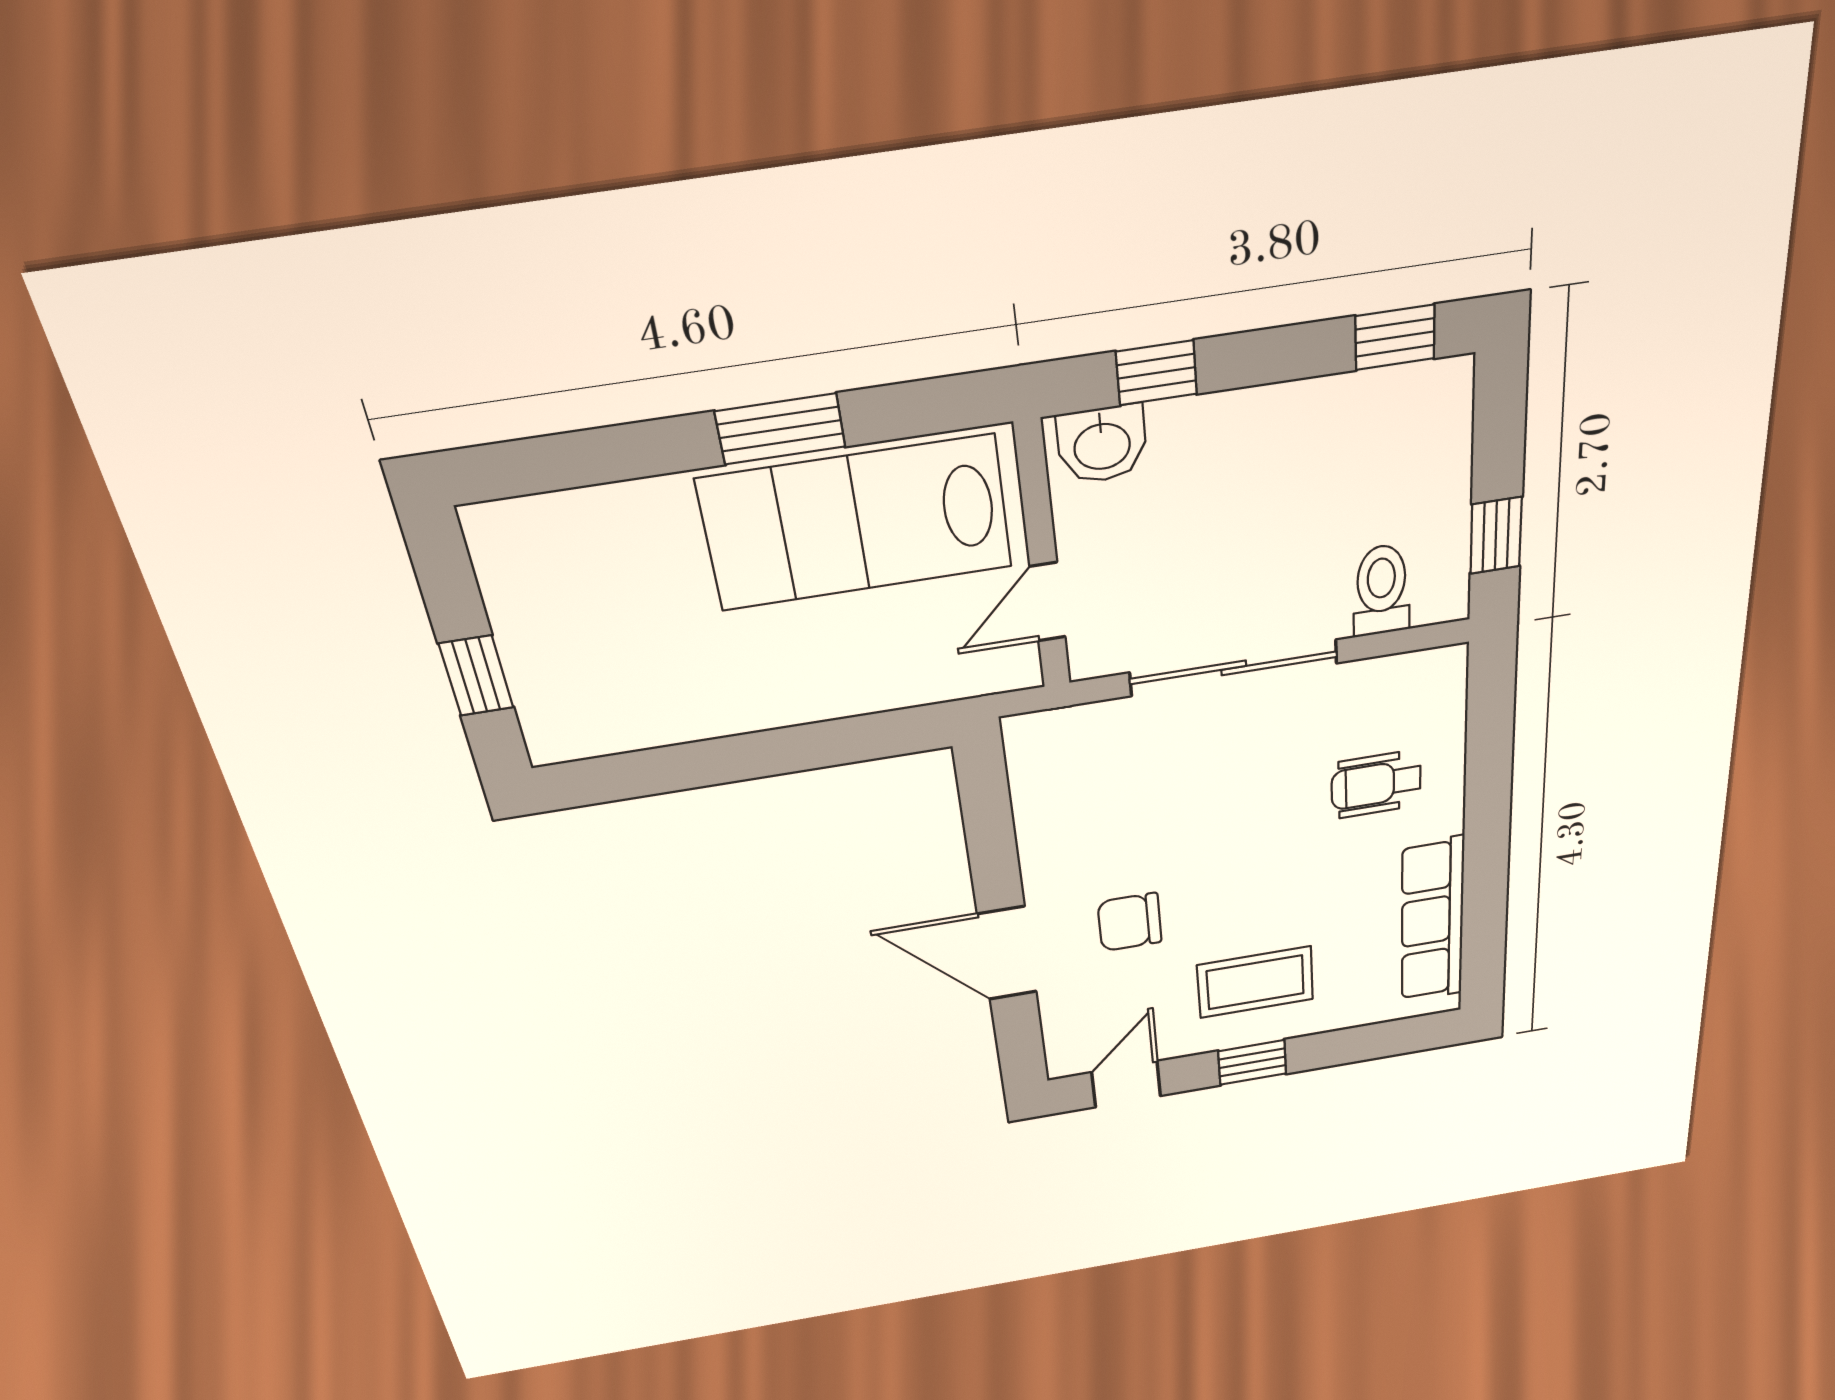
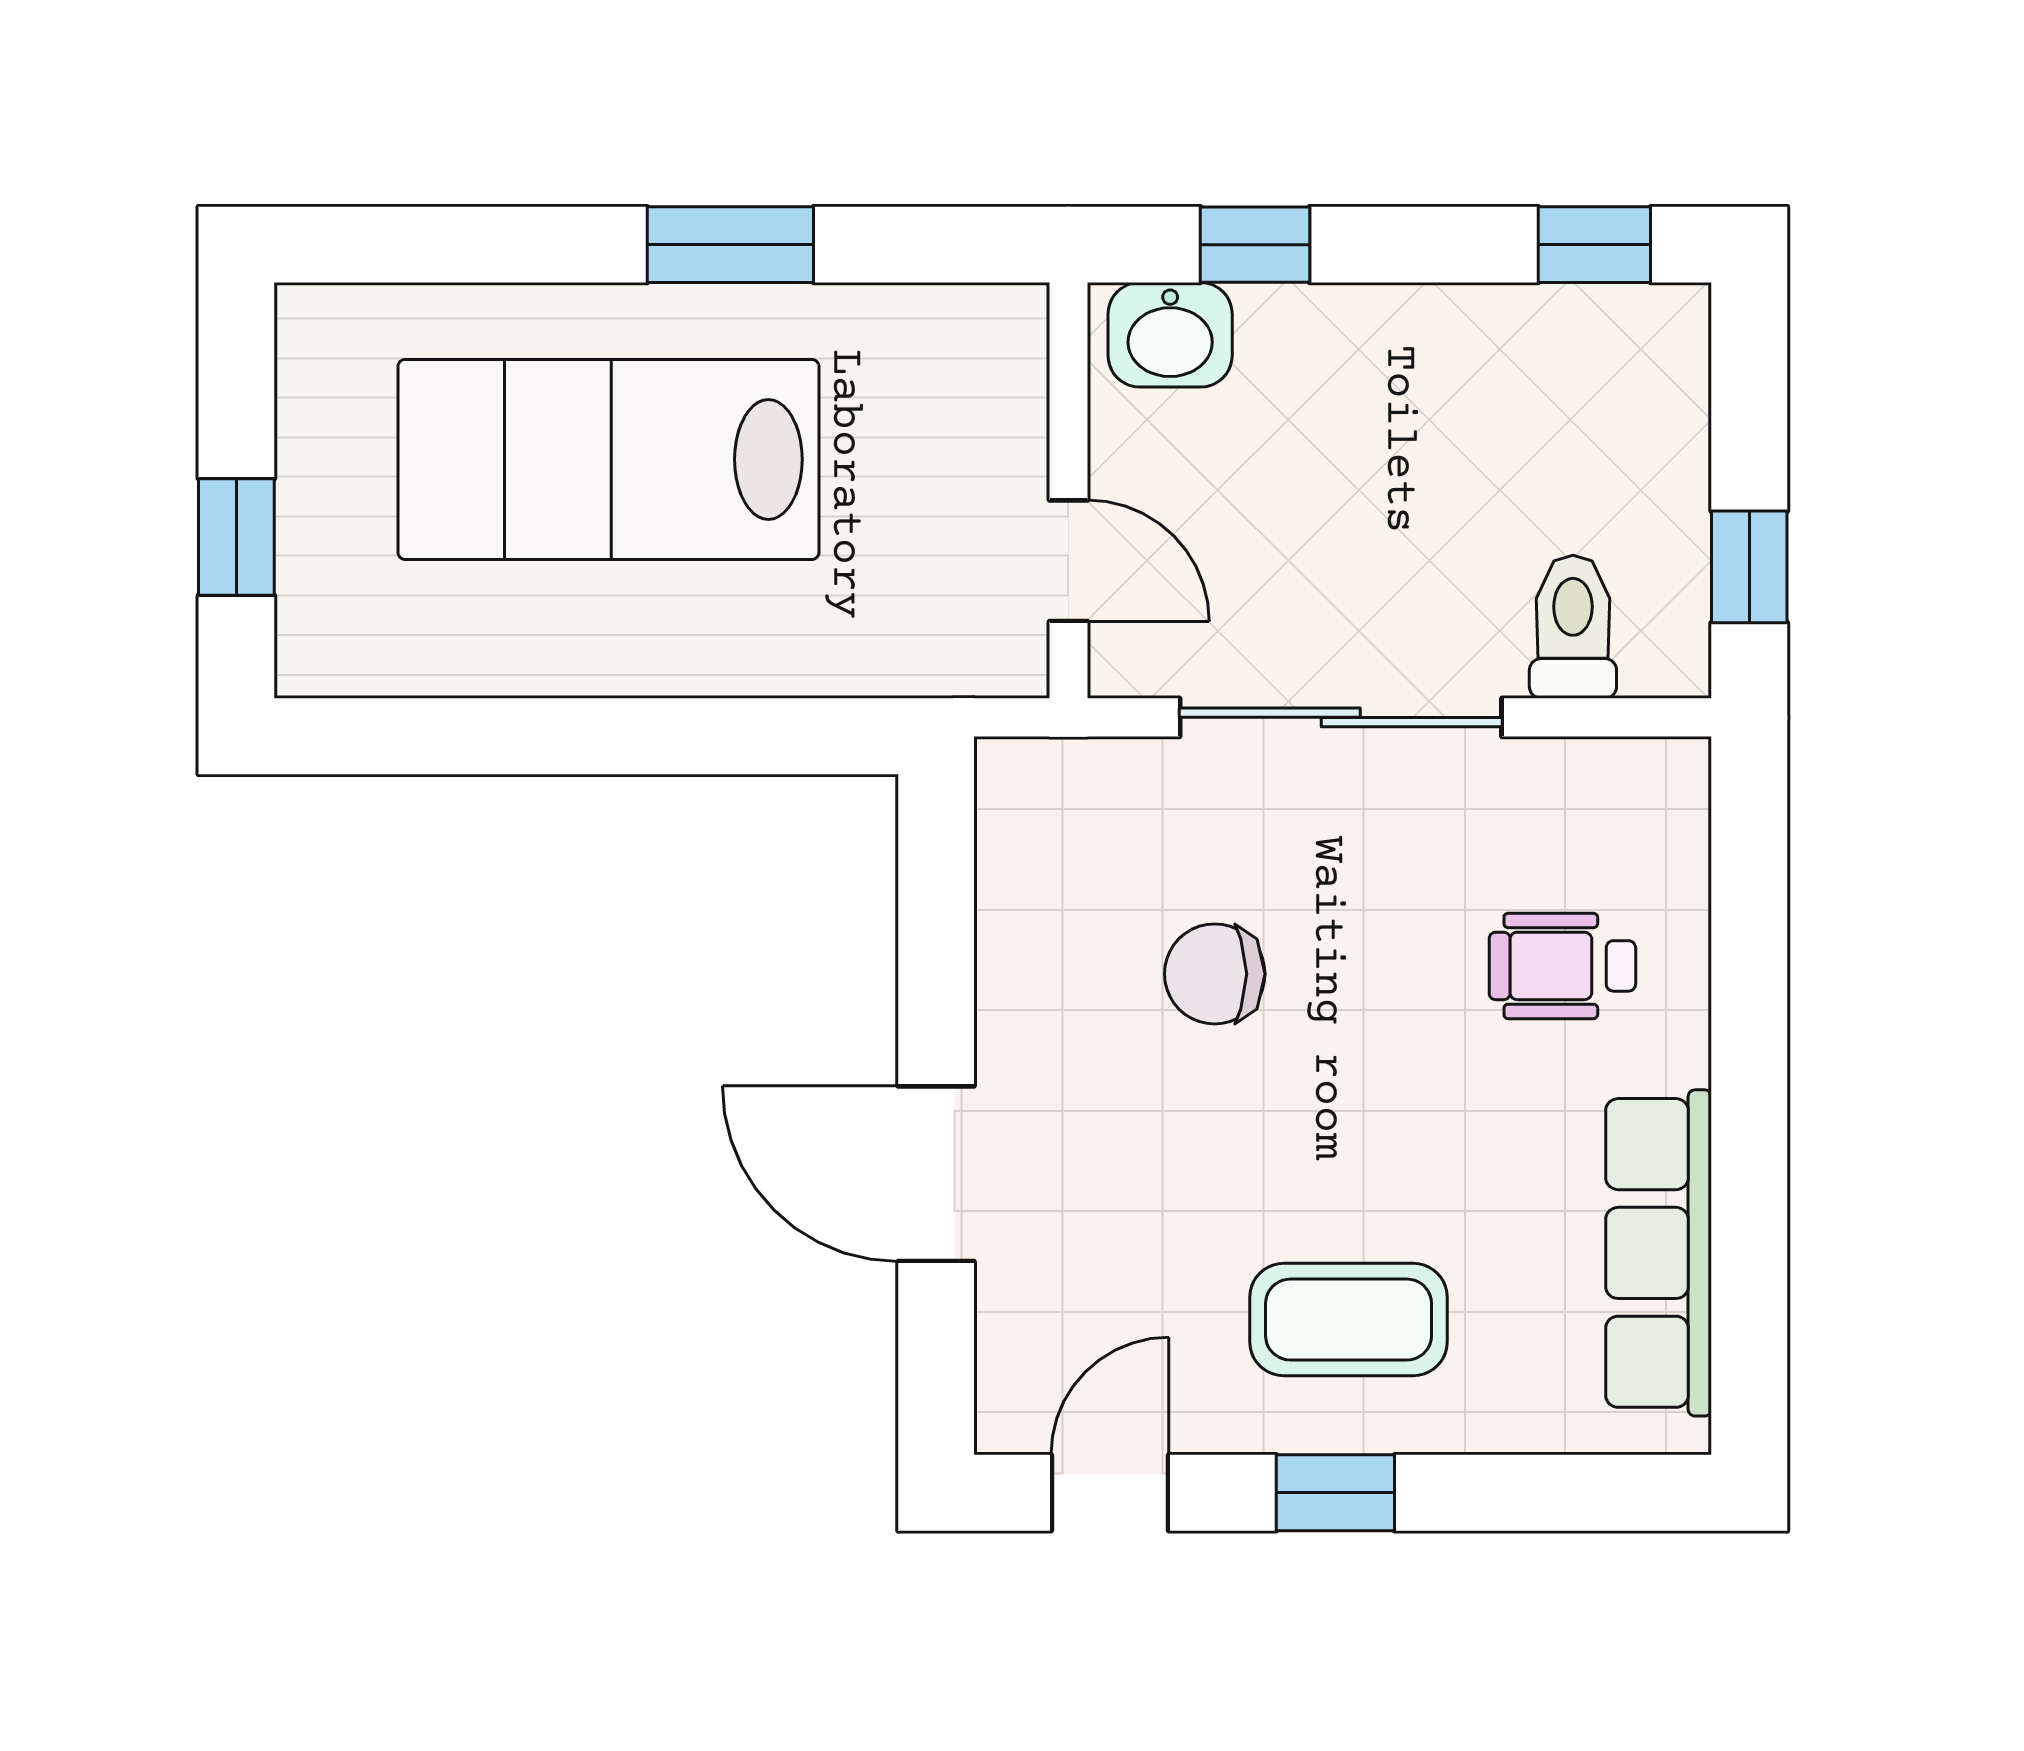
lab bench: (856, 523) -> (608, 459), moved
door: (1048, 602) -> (1068, 561), swing flipped
chair: (1130, 922) -> (1215, 974), moved

